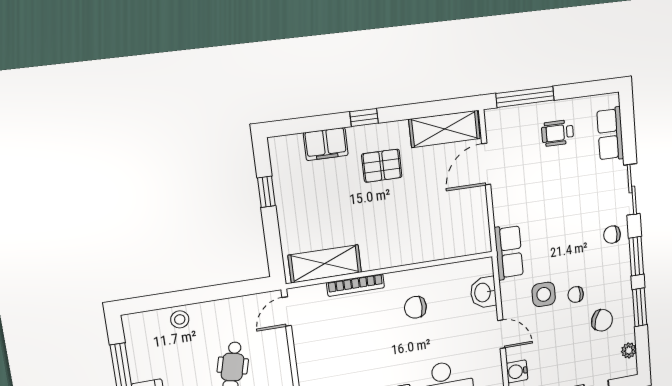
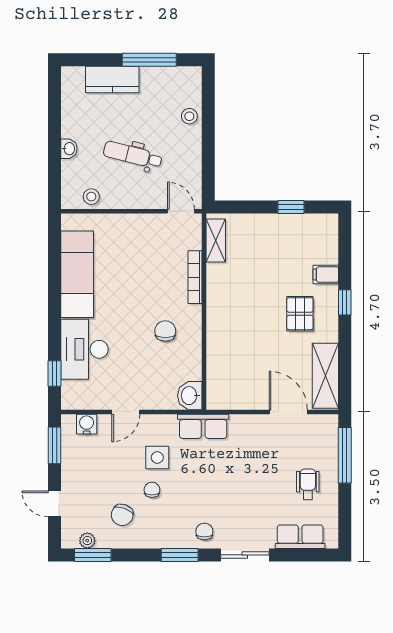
filing cabinet: (326, 144) -> (326, 275), width x0.50
shelving: (325, 264) -> (216, 241), width x0.67, depth x0.75
washbasin: (483, 292) -> (190, 396), moved, turned -90
window: (640, 307) -> (93, 555), moved

